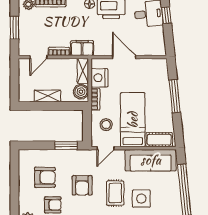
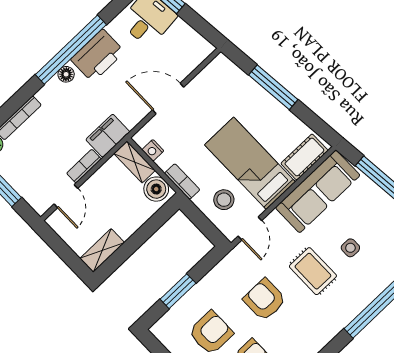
nightstand: (99, 78) -> (153, 150), width x0.53, depth x0.56
shelving: (47, 96) -> (102, 250), moved
window: (66, 145) -> (178, 291), moved
armchair: (82, 185) -> (265, 300), turned 180
side table: (141, 199) -> (350, 248), width x0.54, depth x0.54

